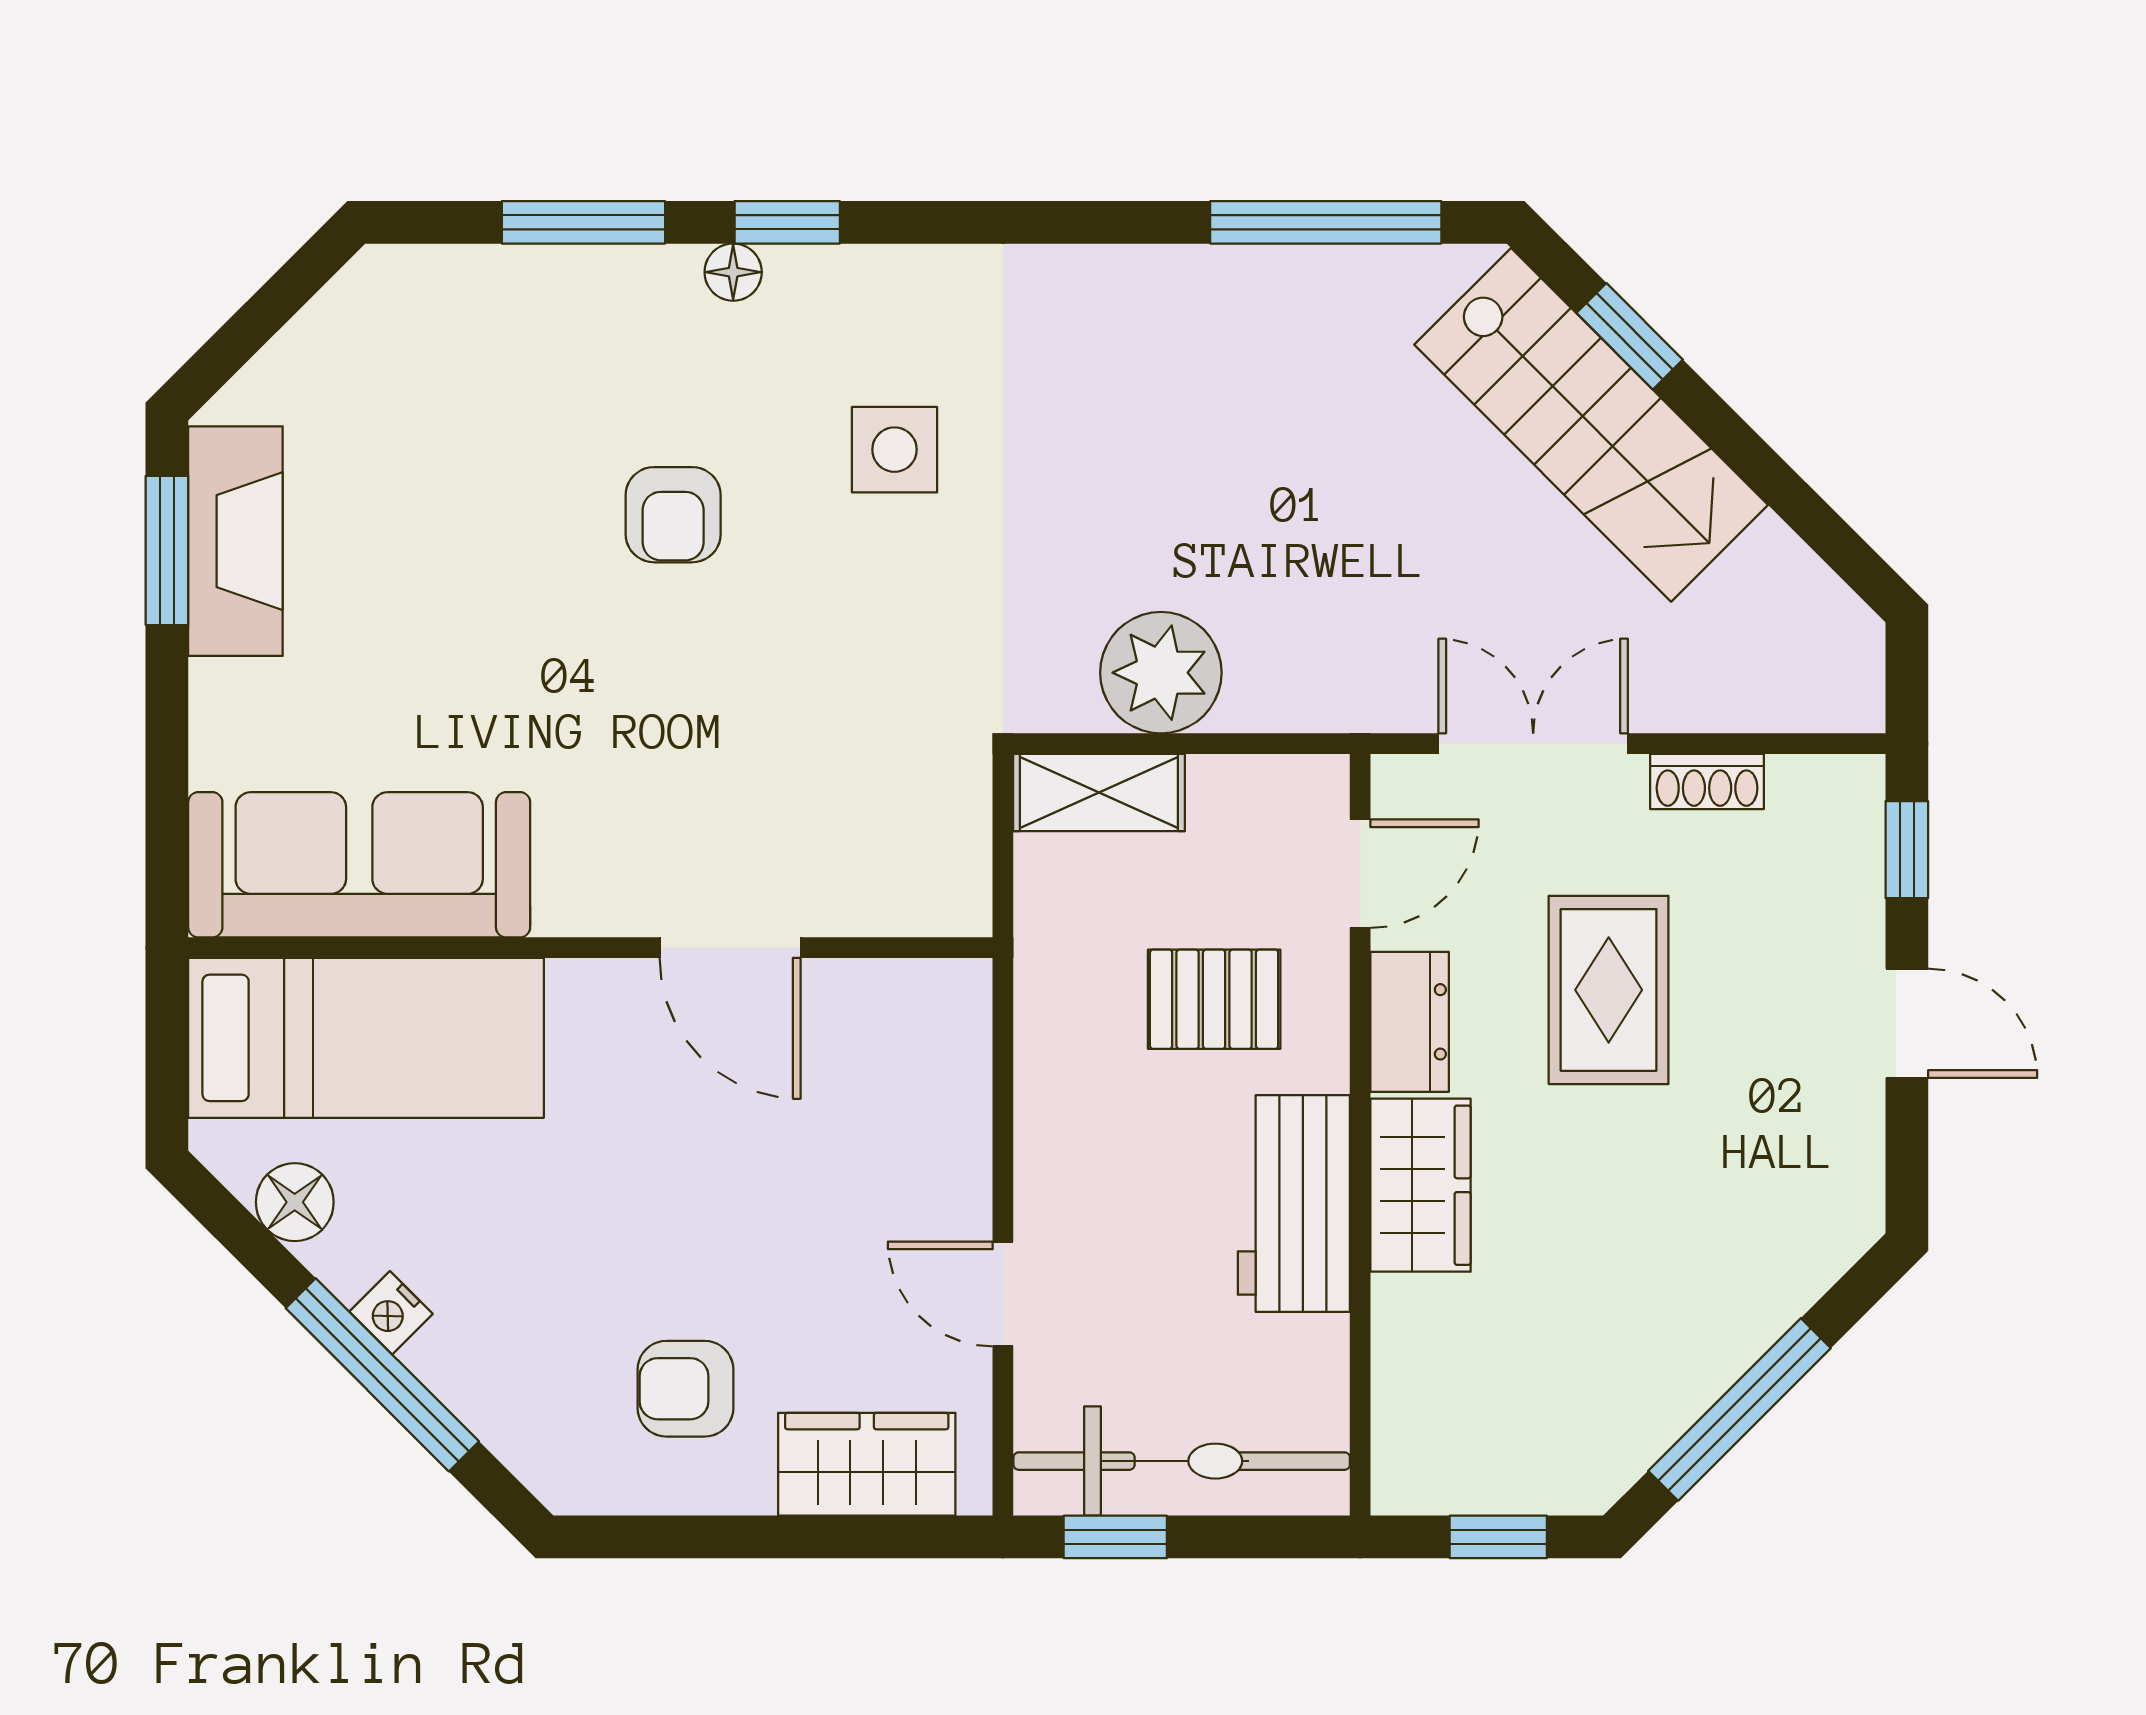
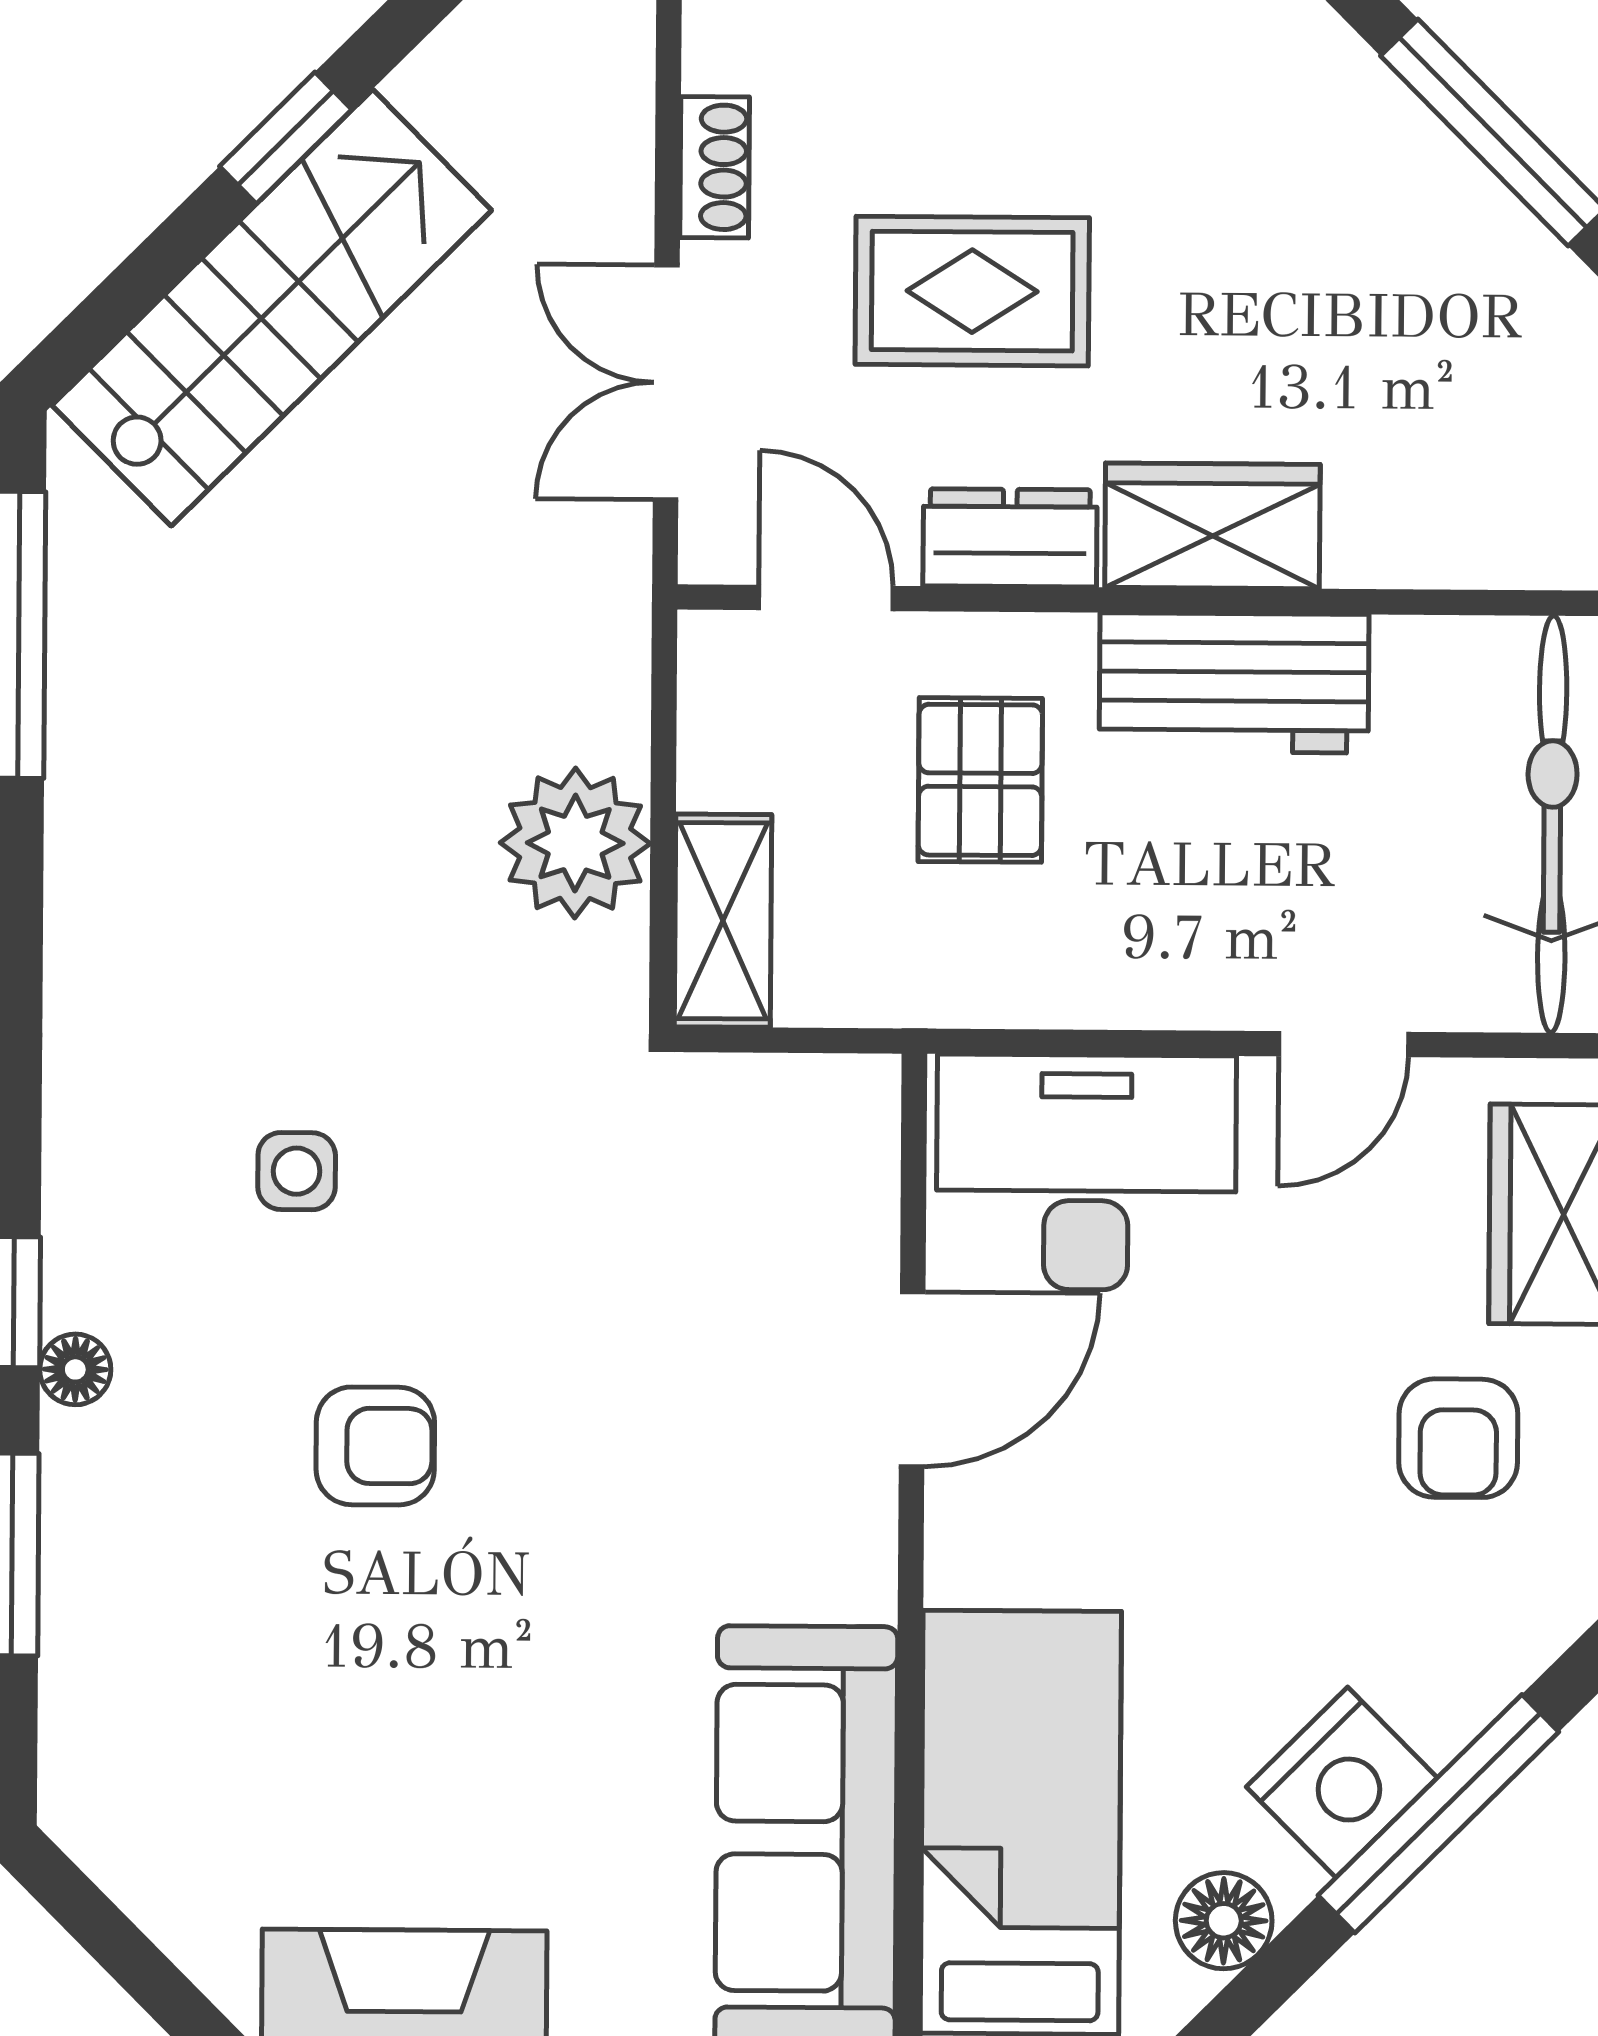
window: (1630, 336) -> (286, 138), moved
side table: (894, 450) -> (297, 1171), width x0.73, depth x0.73
desk: (898, 1087) -> (1086, 1172), added
nightstand: (391, 1313) -> (1342, 1782), width x1.89, depth x1.79

